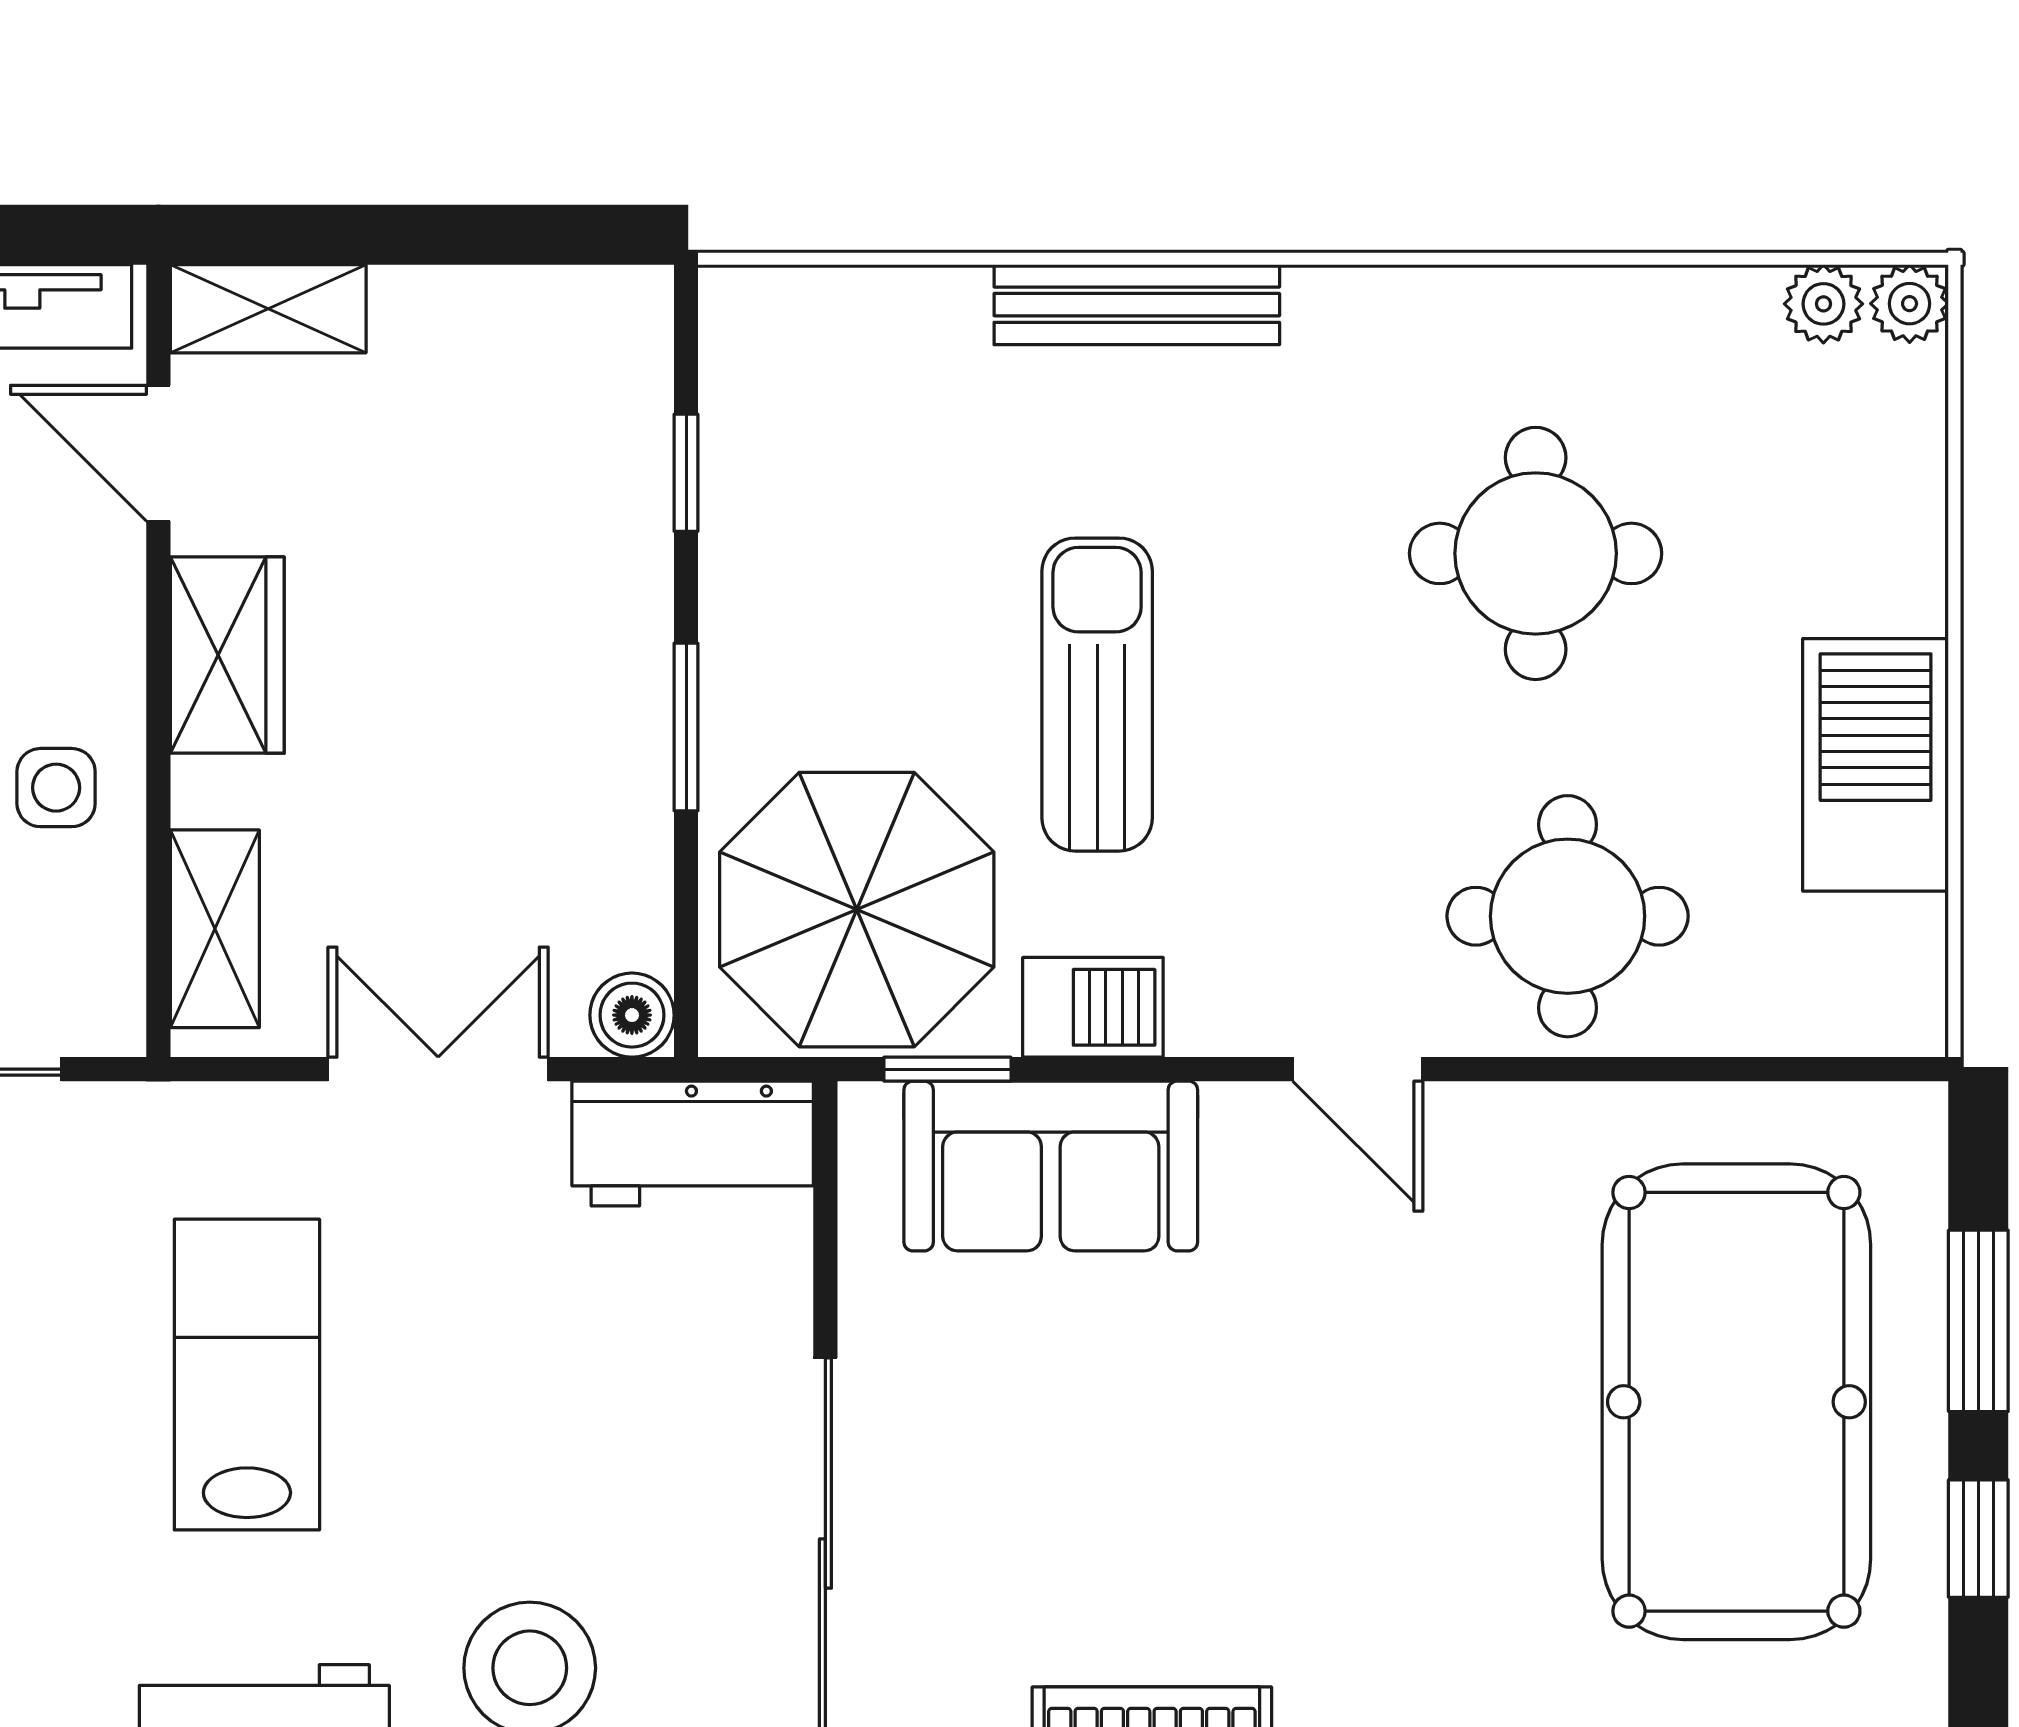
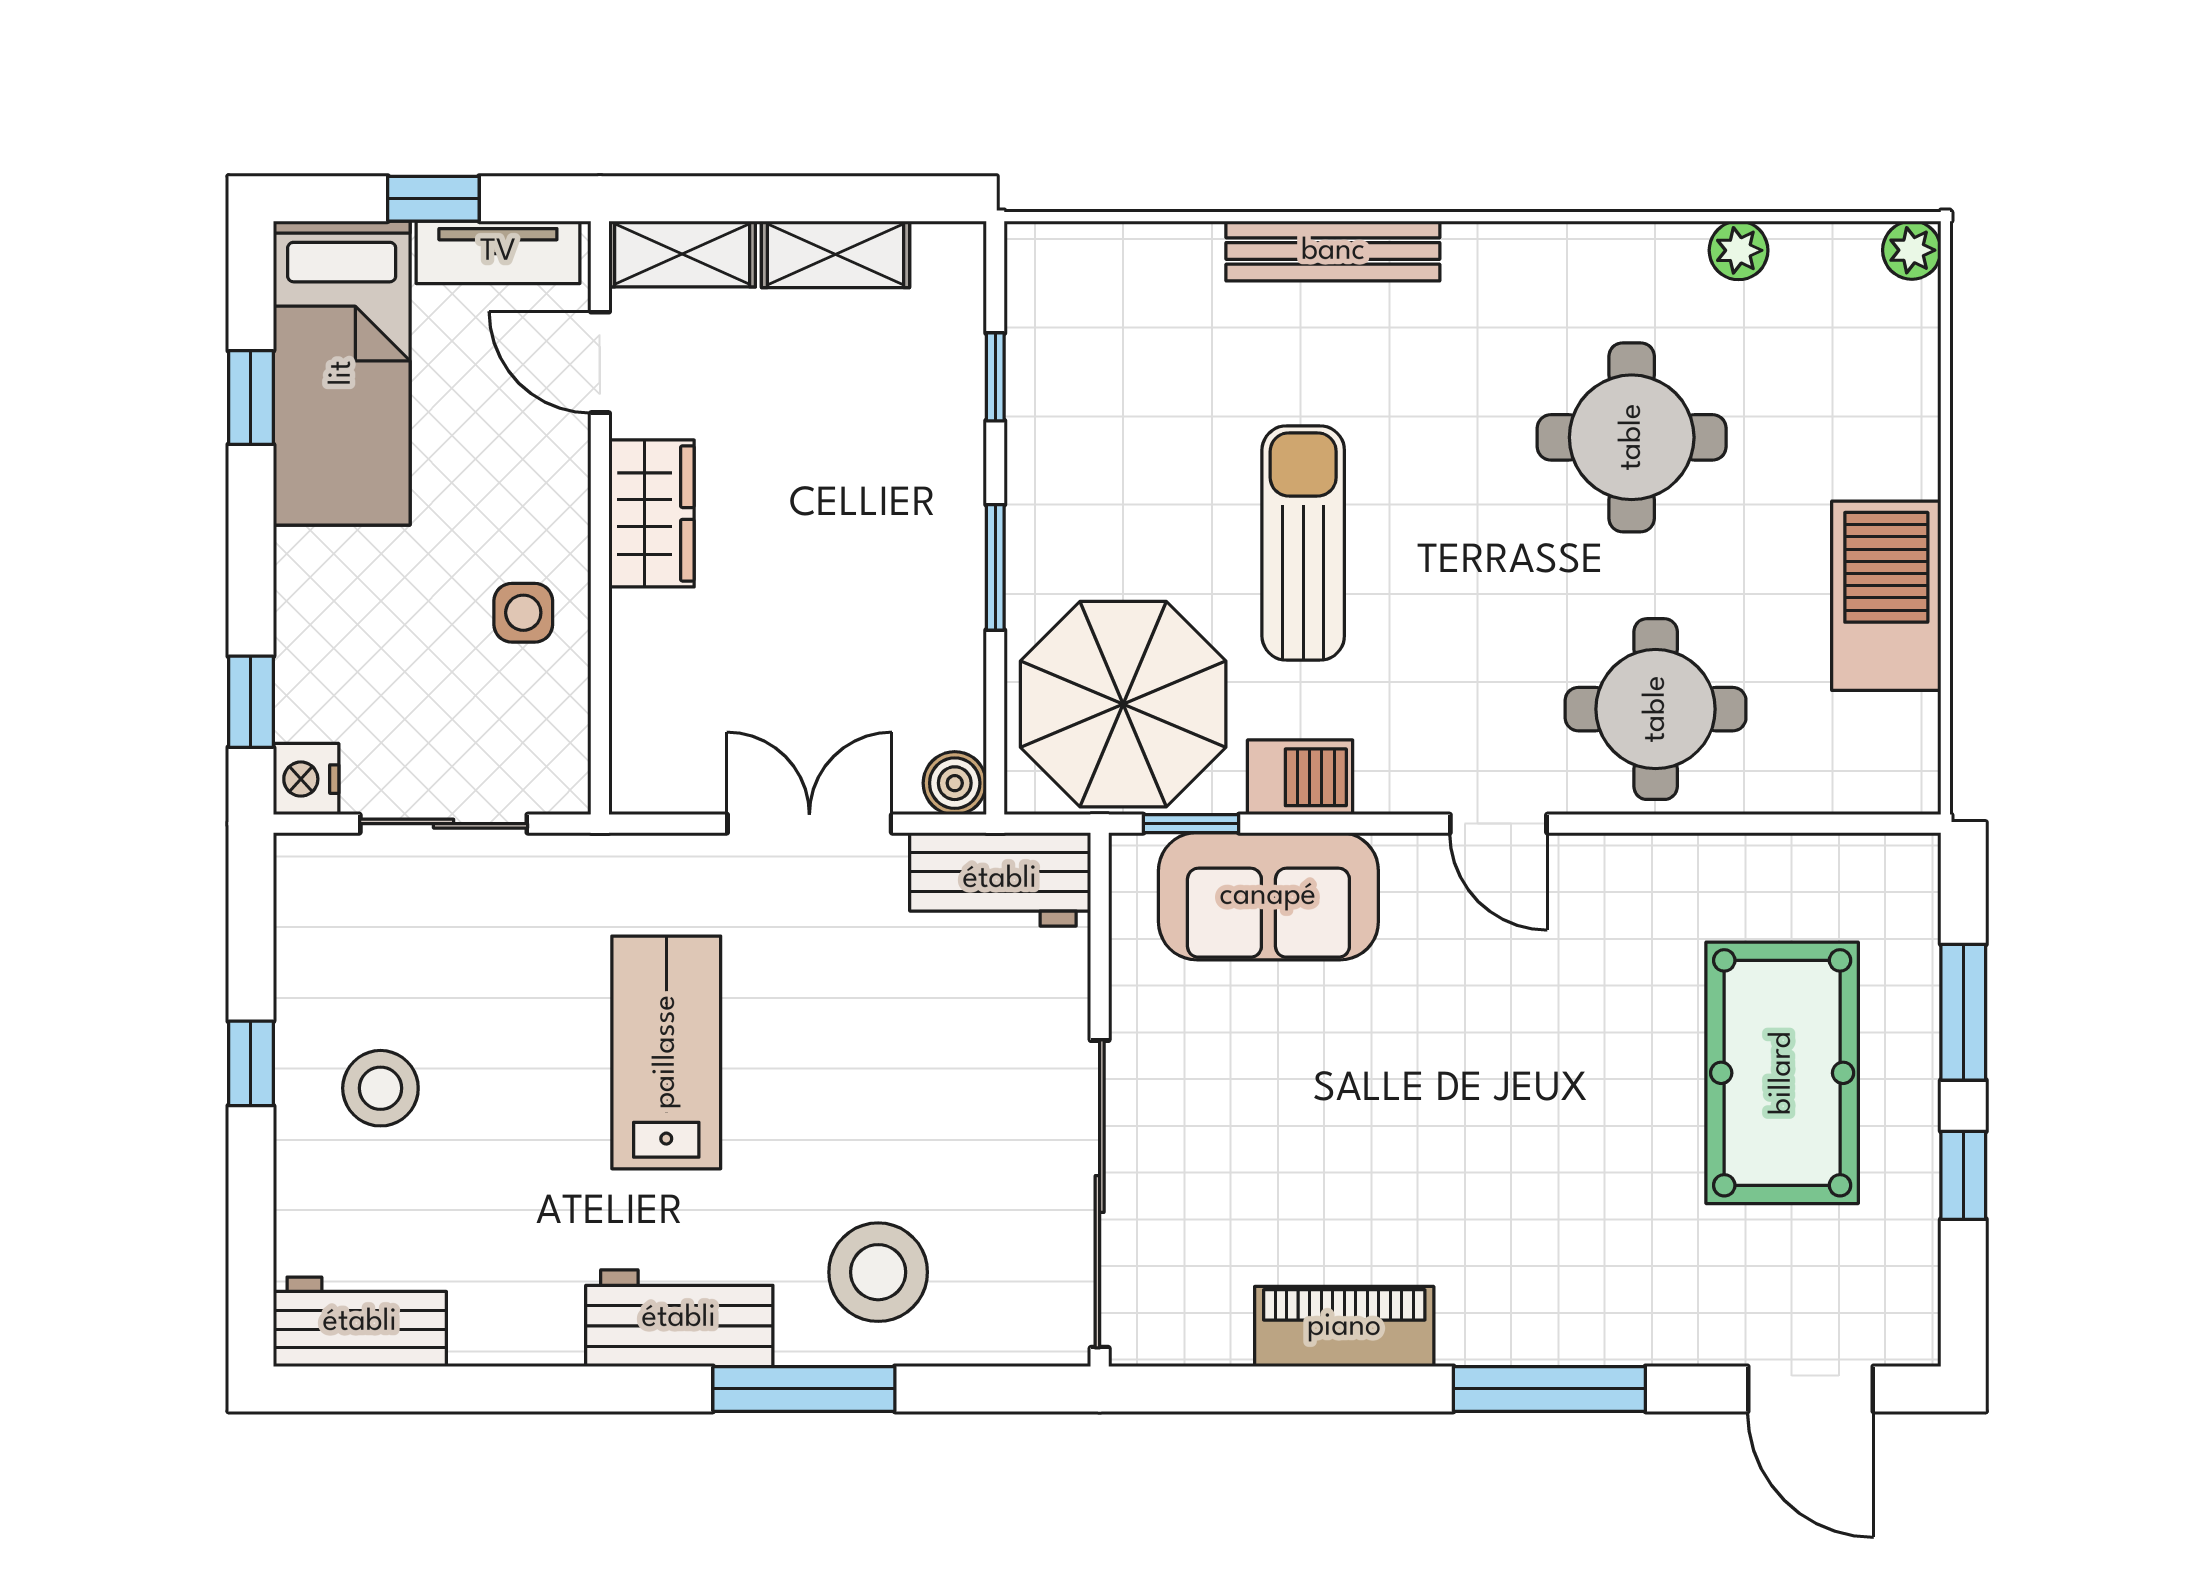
plant: (1823, 304) -> (1739, 250), moved
shelving: (215, 929) -> (836, 254), moved, turned 90
pool table: (1736, 1402) -> (1782, 1073), width x0.73, depth x0.76

